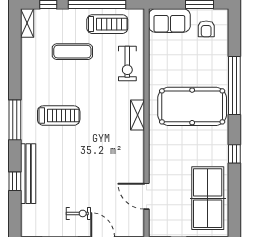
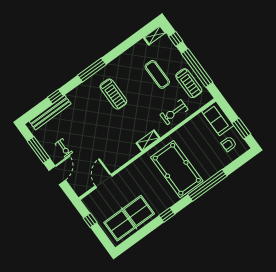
bench: (28, 174) -> (50, 113), moved

